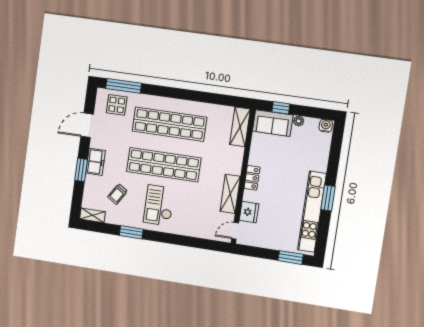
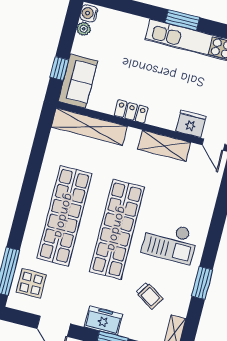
plant: (299, 121) -> (84, 29), moved
shelving: (240, 127) -> (89, 127), width x1.47
locker: (252, 178) -> (131, 111), moved

